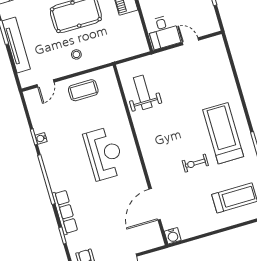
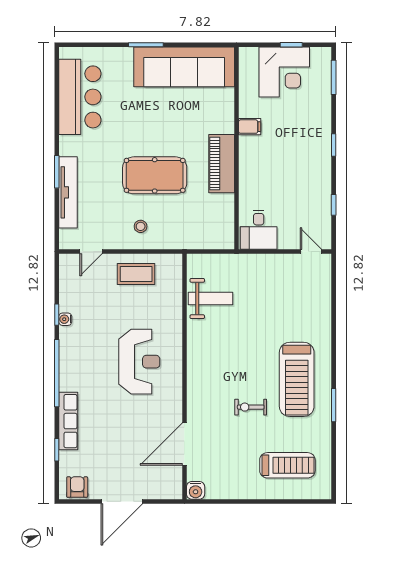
door: (190, 41) -> (311, 252), moved
weight bench: (143, 92) -> (210, 299), turned 90
treadmill: (223, 133) -> (297, 379), turned 180

